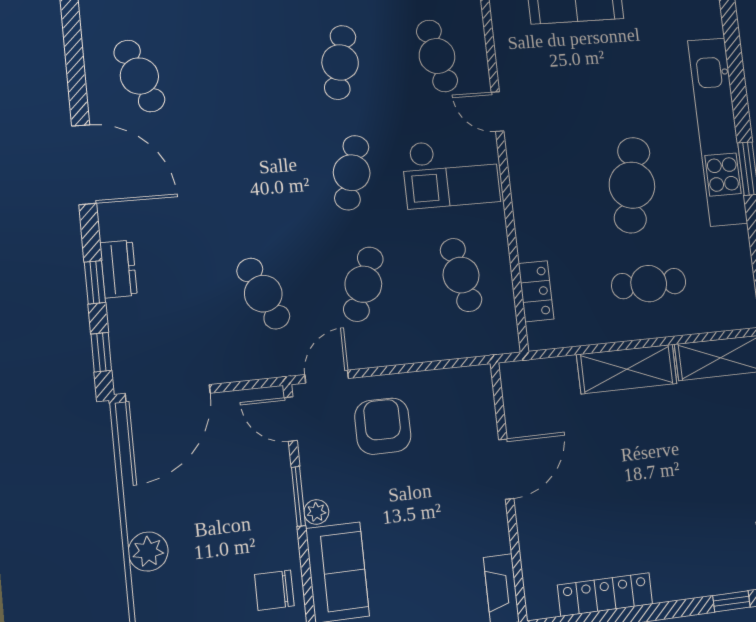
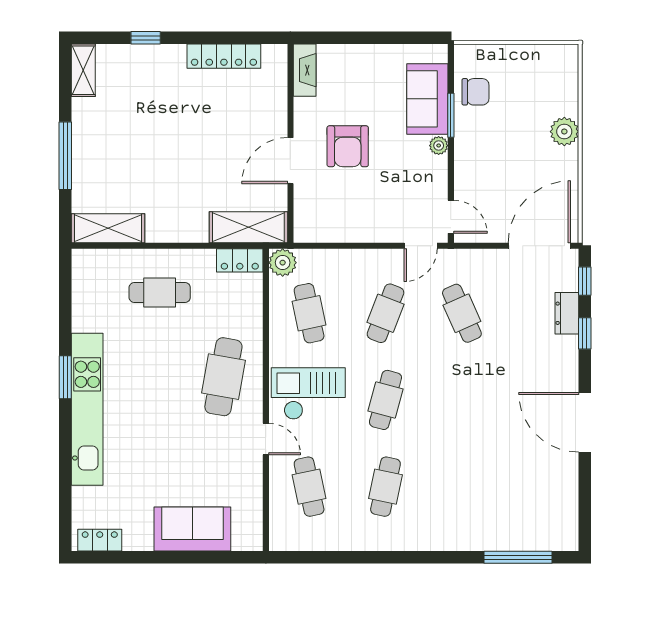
cafe table: (139, 76) -> (538, 487), removed
cafe table: (632, 185) -> (223, 377), moved
dresser: (119, 269) -> (567, 313), moved
locker: (536, 291) -> (240, 260), moved, turned -90
plant: (502, 337) -> (283, 263), added
shelving: (627, 369) -> (248, 227), moved
armchair: (383, 426) -> (348, 146), moved
window: (298, 496) -> (451, 115), moved
window: (731, 601) -> (146, 38), moved

